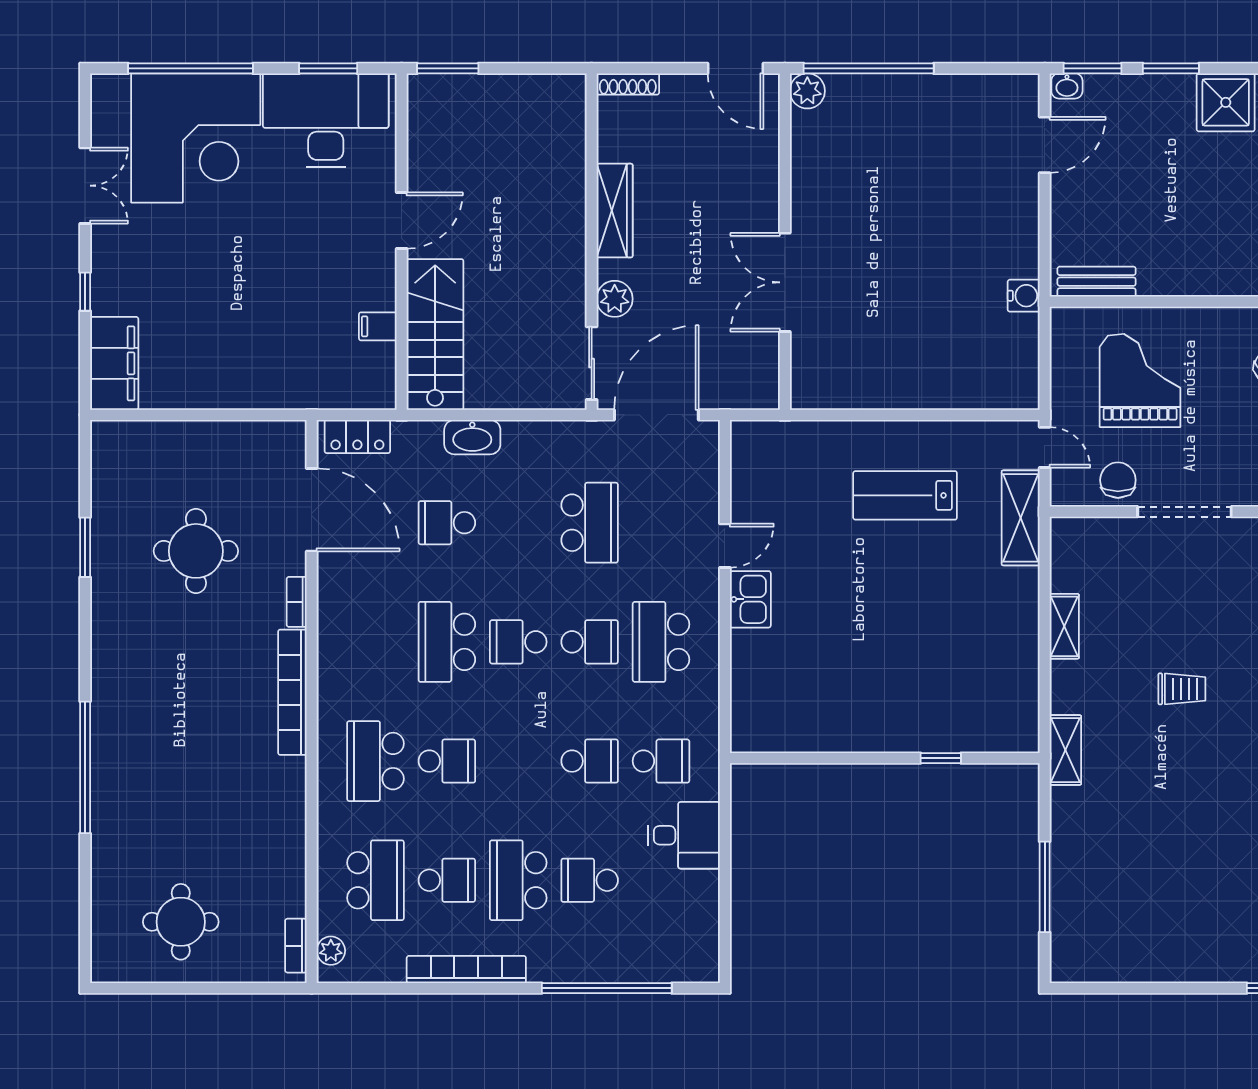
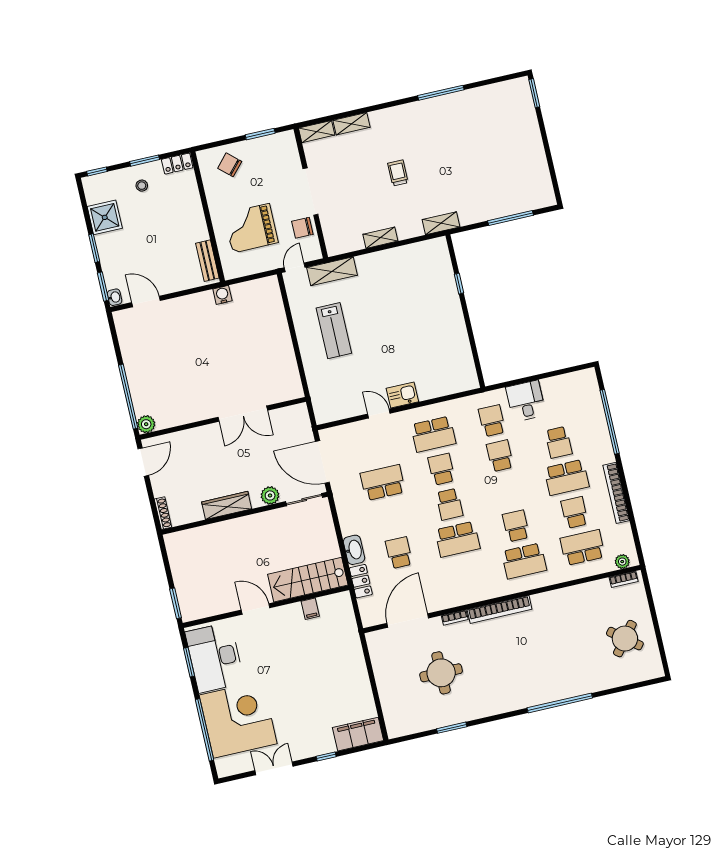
locker: (357, 436) -> (361, 581), moved
school desk: (447, 523) -> (399, 553), turned 180
round table: (181, 922) -> (625, 639), turned 38

